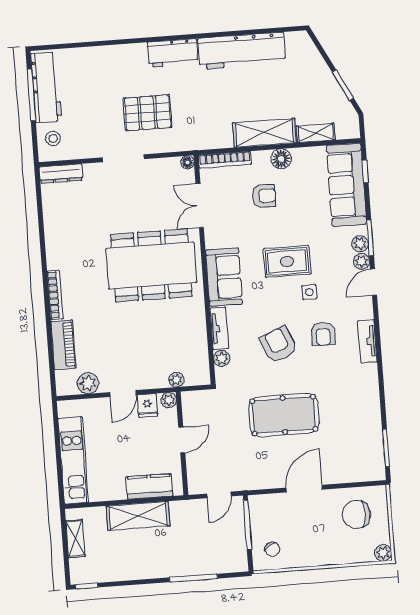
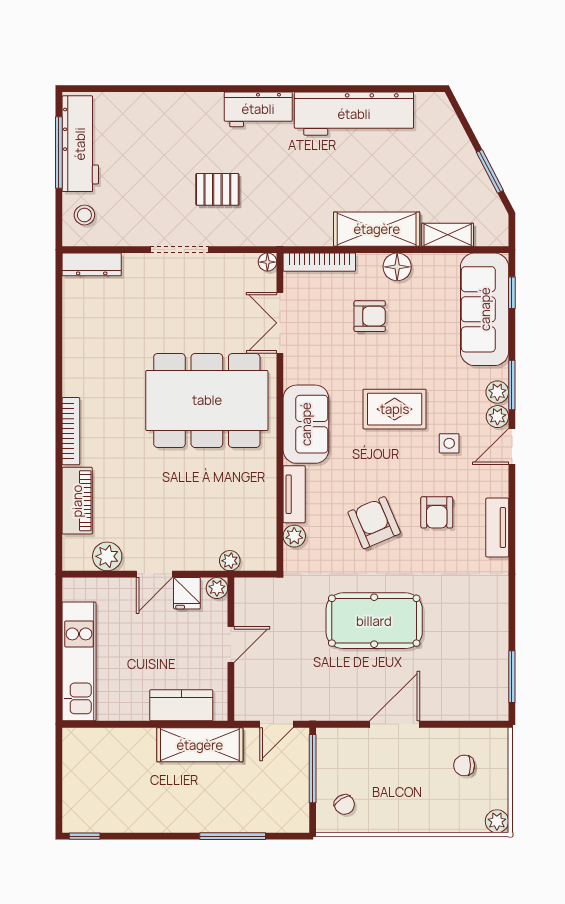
pallet: (147, 113) -> (217, 189), width x0.67, depth x0.71
side table: (309, 292) -> (449, 443), moved
chair: (356, 514) -> (464, 765), width x0.54, depth x0.54
shelving: (138, 516) -> (200, 745), moved
shelving: (75, 539) -> (74, 770), removed

